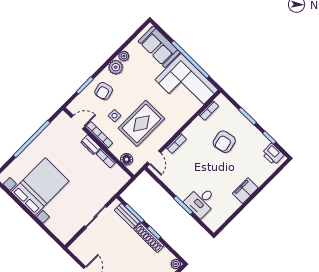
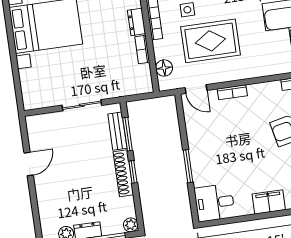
door: (154, 157) -> (196, 89), hinge flipped
desk: (201, 201) -> (215, 203), moved

